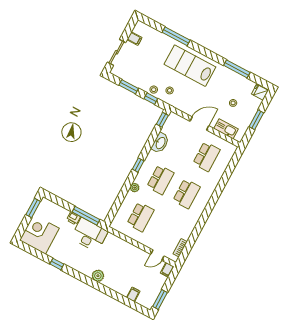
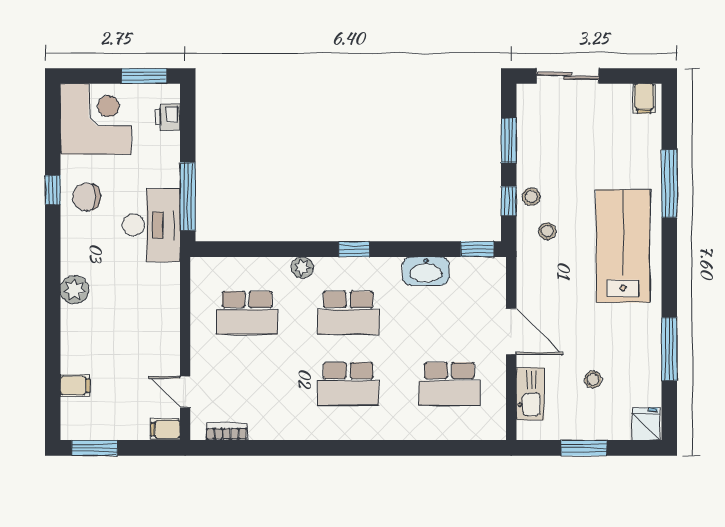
filing cabinet: (135, 39) -> (644, 98), moved
printer: (73, 218) -> (168, 117), moved
chair: (66, 253) -> (87, 197), added

